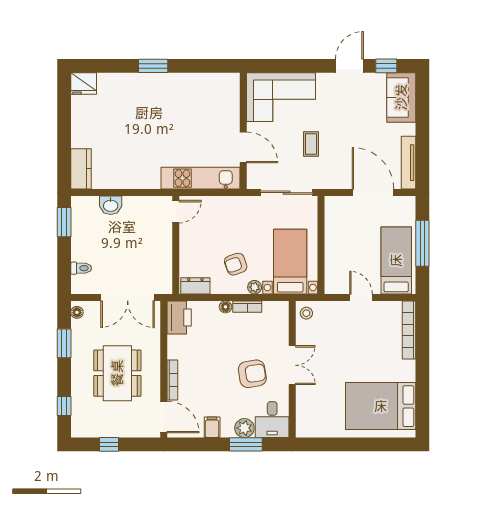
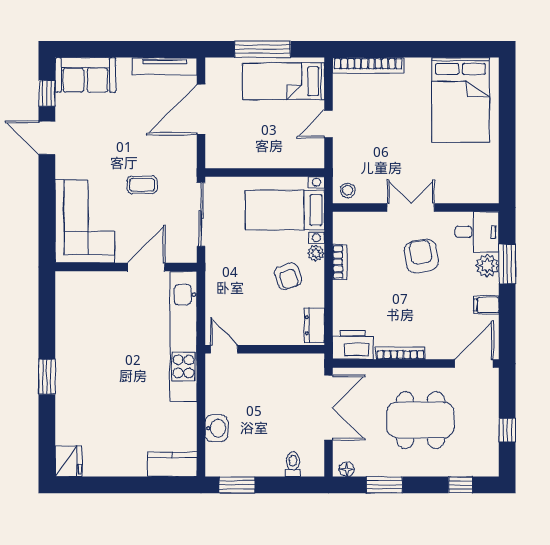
kitchen unit: (201, 178) -> (183, 336), width x1.36
floor lamp: (226, 307) -> (340, 289), removed
bookcase: (172, 380) -> (400, 353), moved

